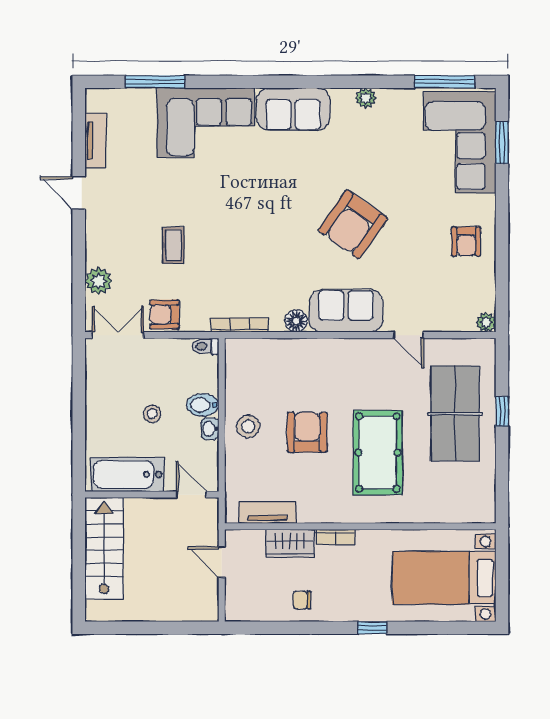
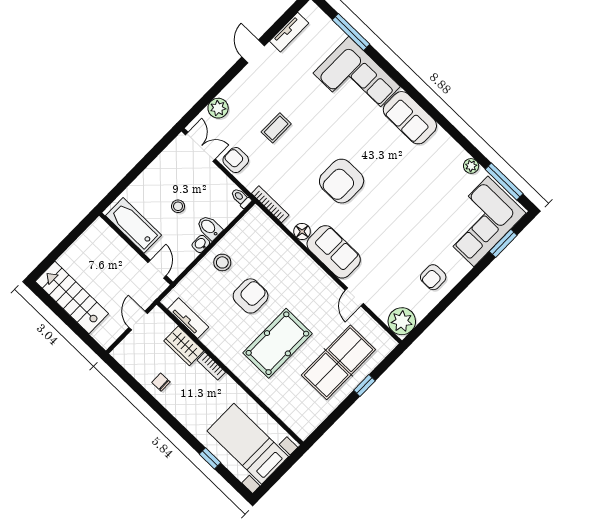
plant: (366, 98) -> (471, 166), moved
armchair: (353, 224) -> (342, 181), moved, turned -35
plant: (486, 322) -> (402, 321), width x1.88, depth x1.88
stairs: (104, 548) -> (72, 298), moved, turned -90
window: (372, 628) -> (210, 458), moved

